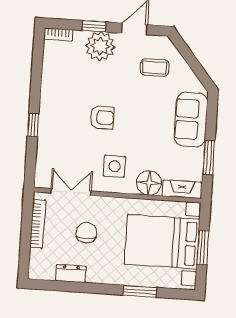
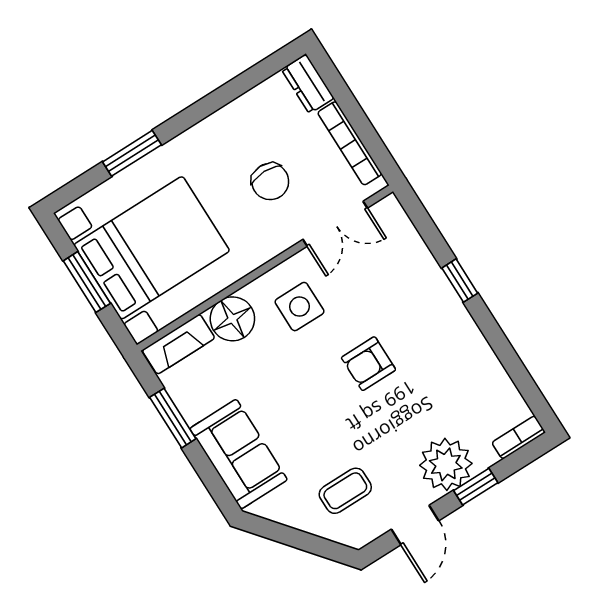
dresser: (71, 274) -> (308, 84), moved, turned 90

